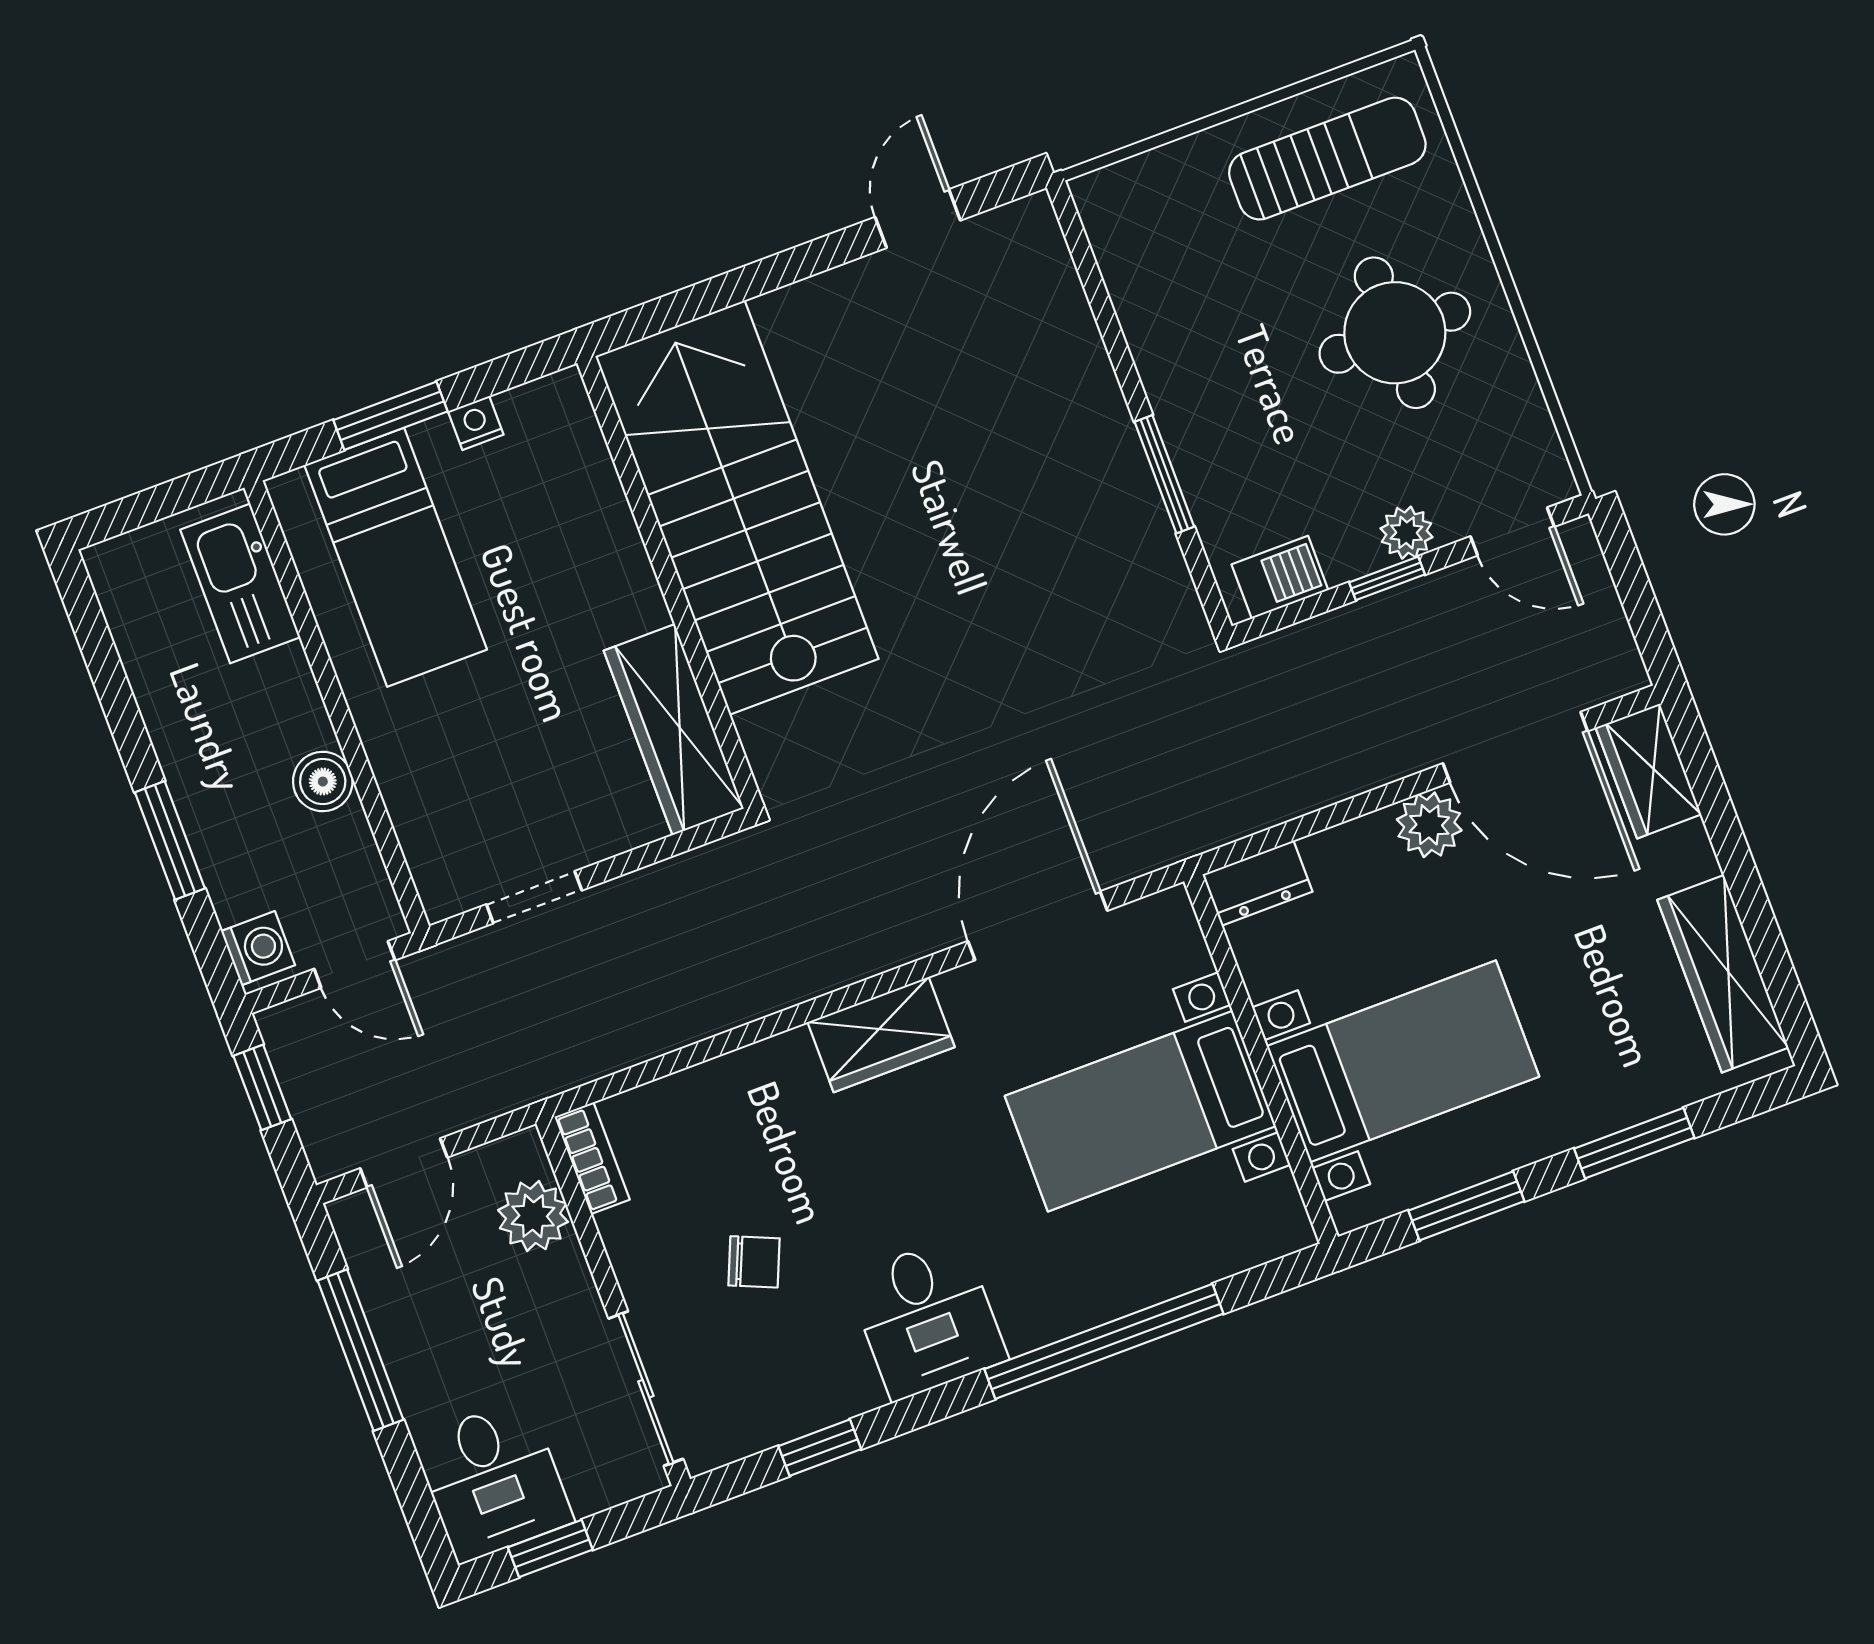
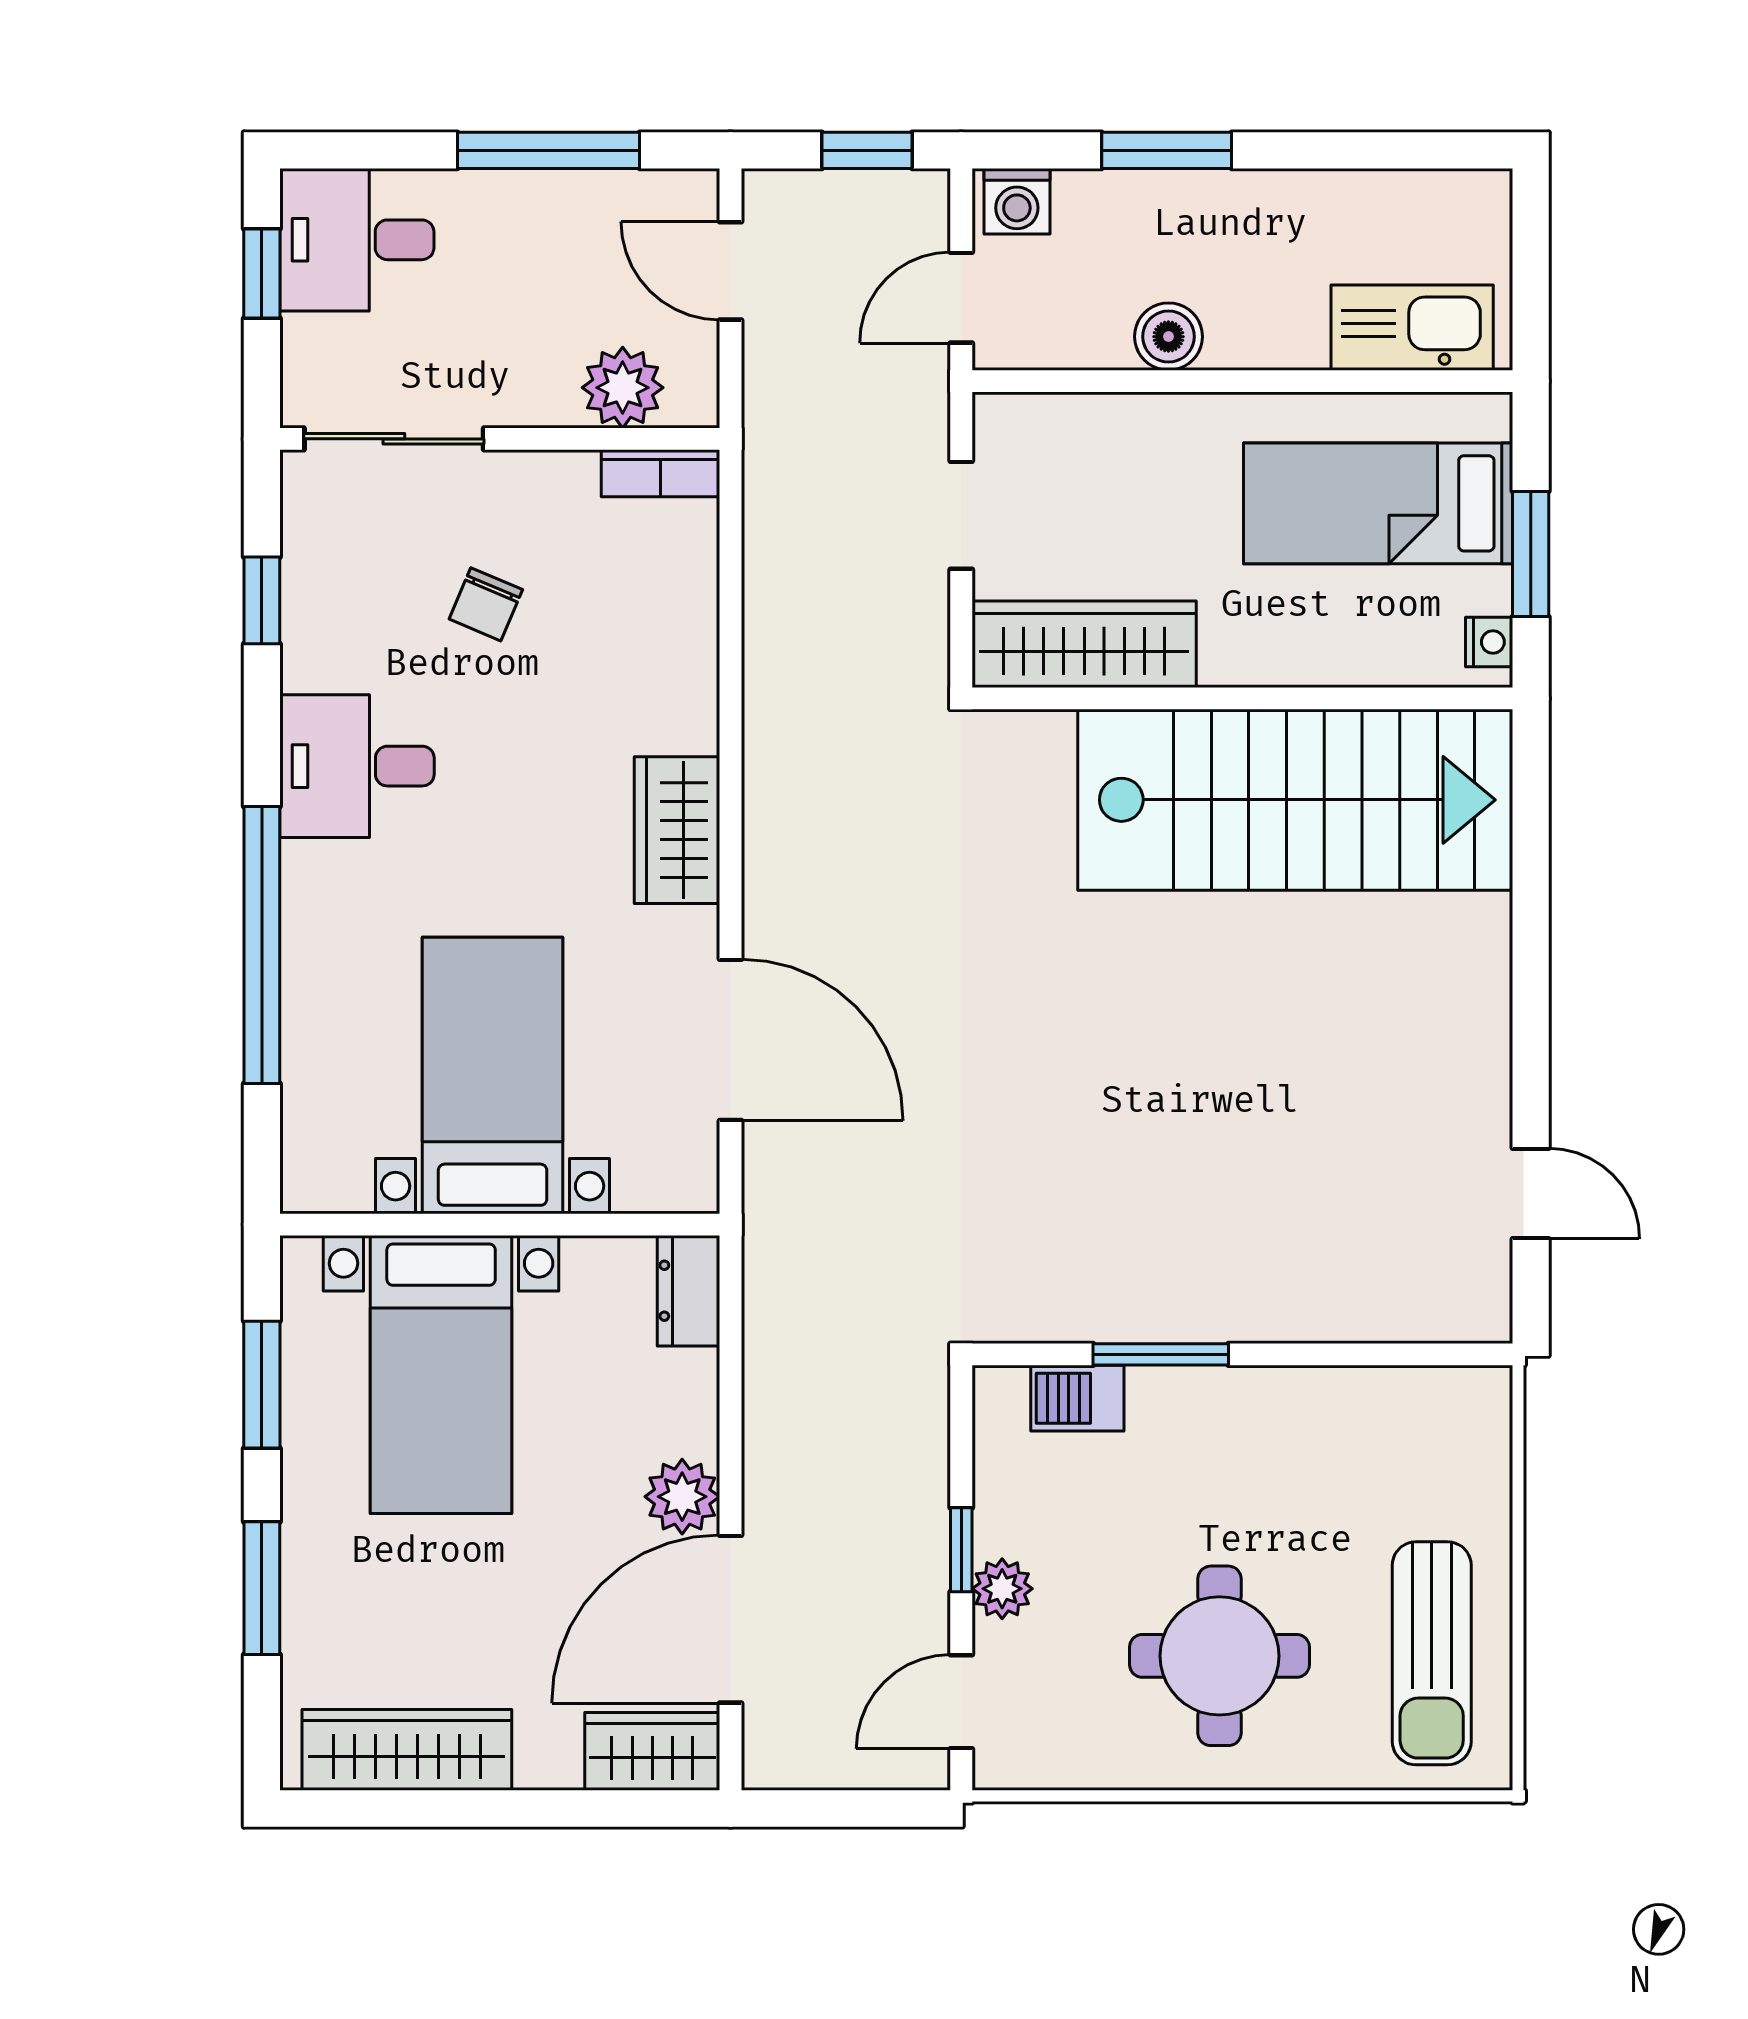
stairs: (737, 508) -> (1295, 800), moved
barbecue: (1280, 577) -> (1077, 1398), moved, turned 90
wall: (670, 582) -> (1242, 698), moved
wardrobe: (674, 730) -> (1084, 644), moved

